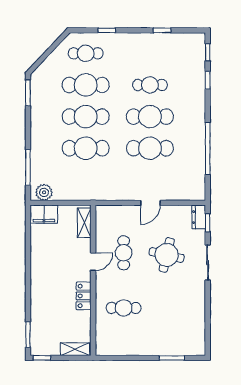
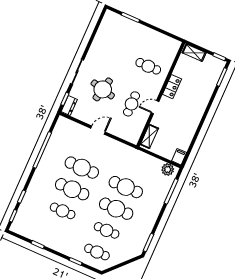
cafe table: (86, 85) -> (107, 230), width x0.73, depth x0.74
filing cabinet: (44, 214) -> (179, 157), width x0.50

